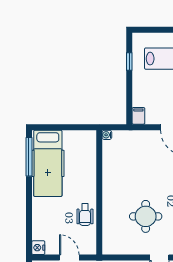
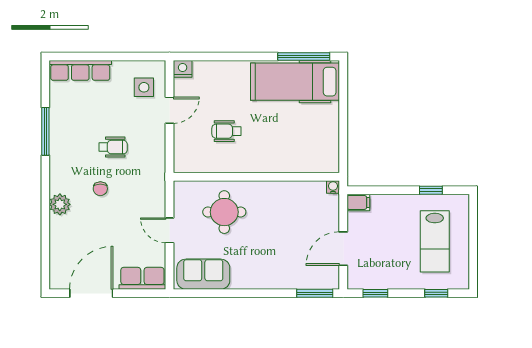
water cooler: (107, 135) -> (333, 187), moved
wall: (99, 192) -> (256, 177), moved

